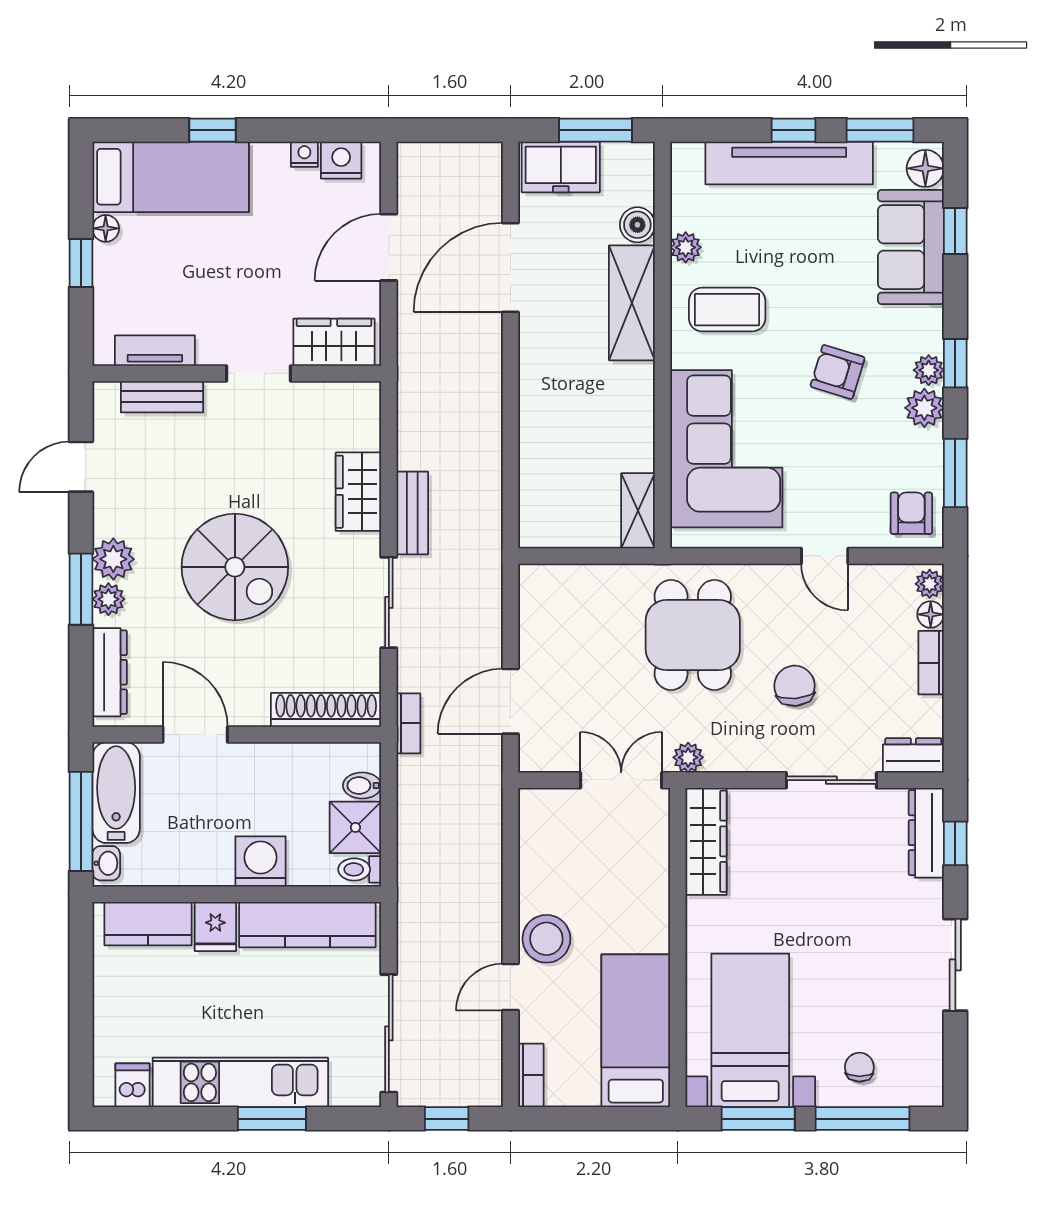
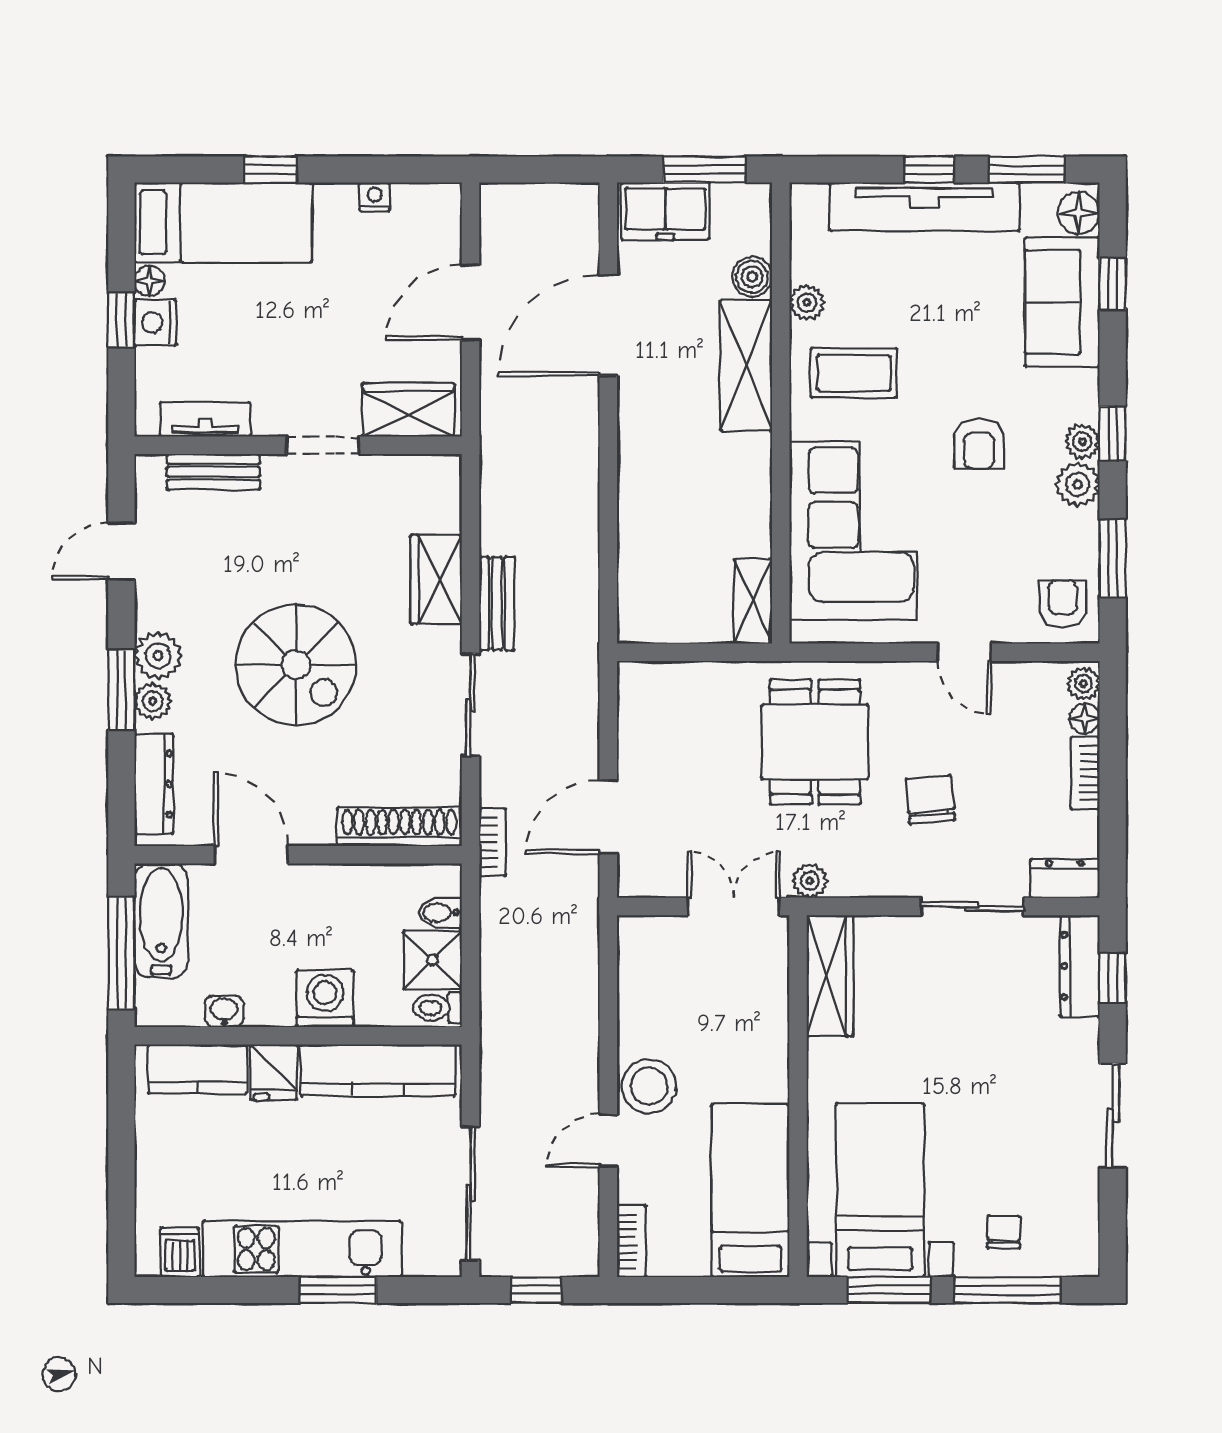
nightstand: (341, 160) -> (155, 322), moved, turned -90
armchair: (838, 372) -> (979, 444), turned -107
washbasin: (106, 863) -> (224, 1011), moved, turned -90

